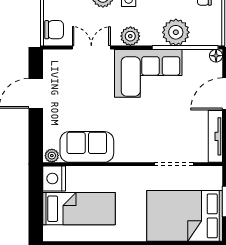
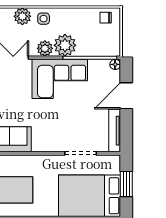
plant: (176, 32) -> (65, 45), moved

